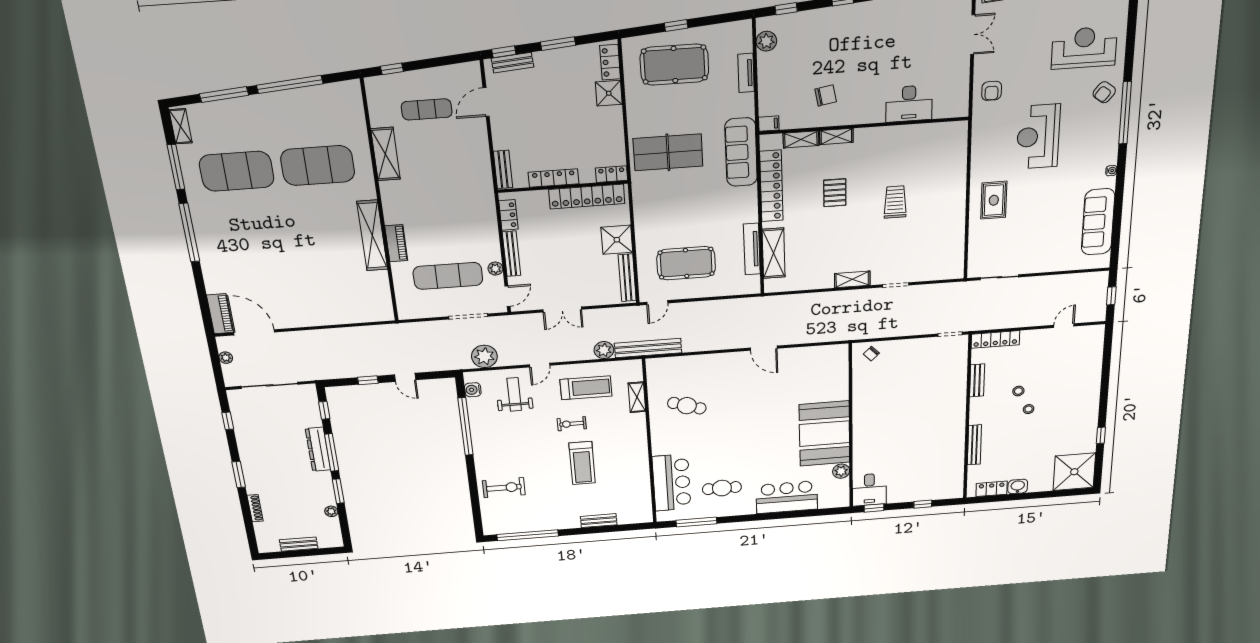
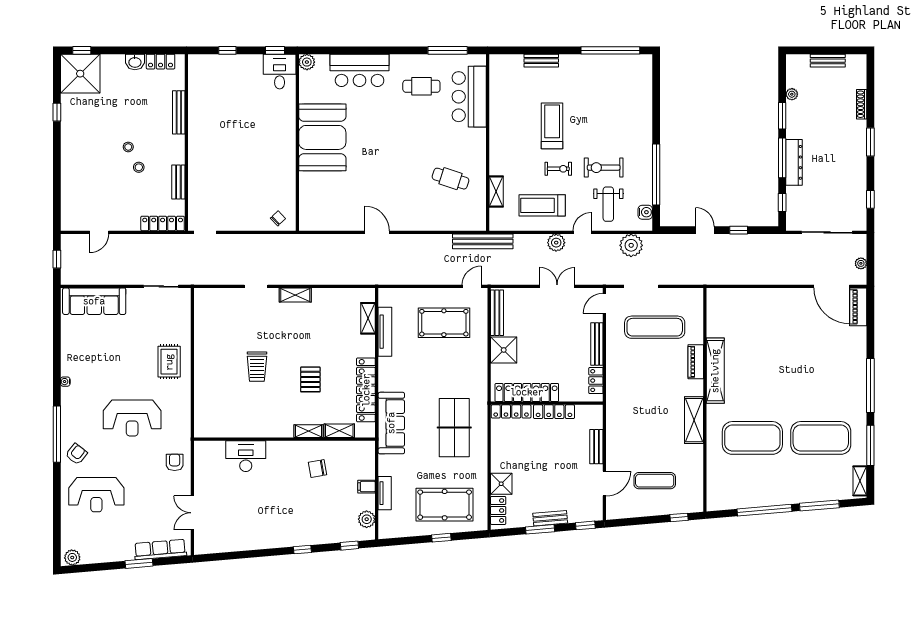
bench: (513, 63) -> (550, 518), moved
filing cabinet: (769, 124) -> (367, 487), moved
reception desk: (1038, 137) -> (132, 418), turned 90
table tennis table: (668, 152) -> (454, 428), turned 90
shelving: (386, 154) -> (694, 420), moved
bench: (503, 169) -> (596, 447), moved
locker: (611, 174) -> (511, 411), width x1.53
sofa: (1098, 222) -> (94, 301), moved, turned 90
shelving: (774, 253) -> (368, 318), width x0.67, depth x0.75
plant: (495, 269) -> (612, 331), removed
plant: (604, 350) -> (556, 243), moved
plant: (841, 471) -> (307, 62), moved
exercise bike: (504, 488) -> (604, 168), moved
window: (1071, 492) -> (82, 50), added

